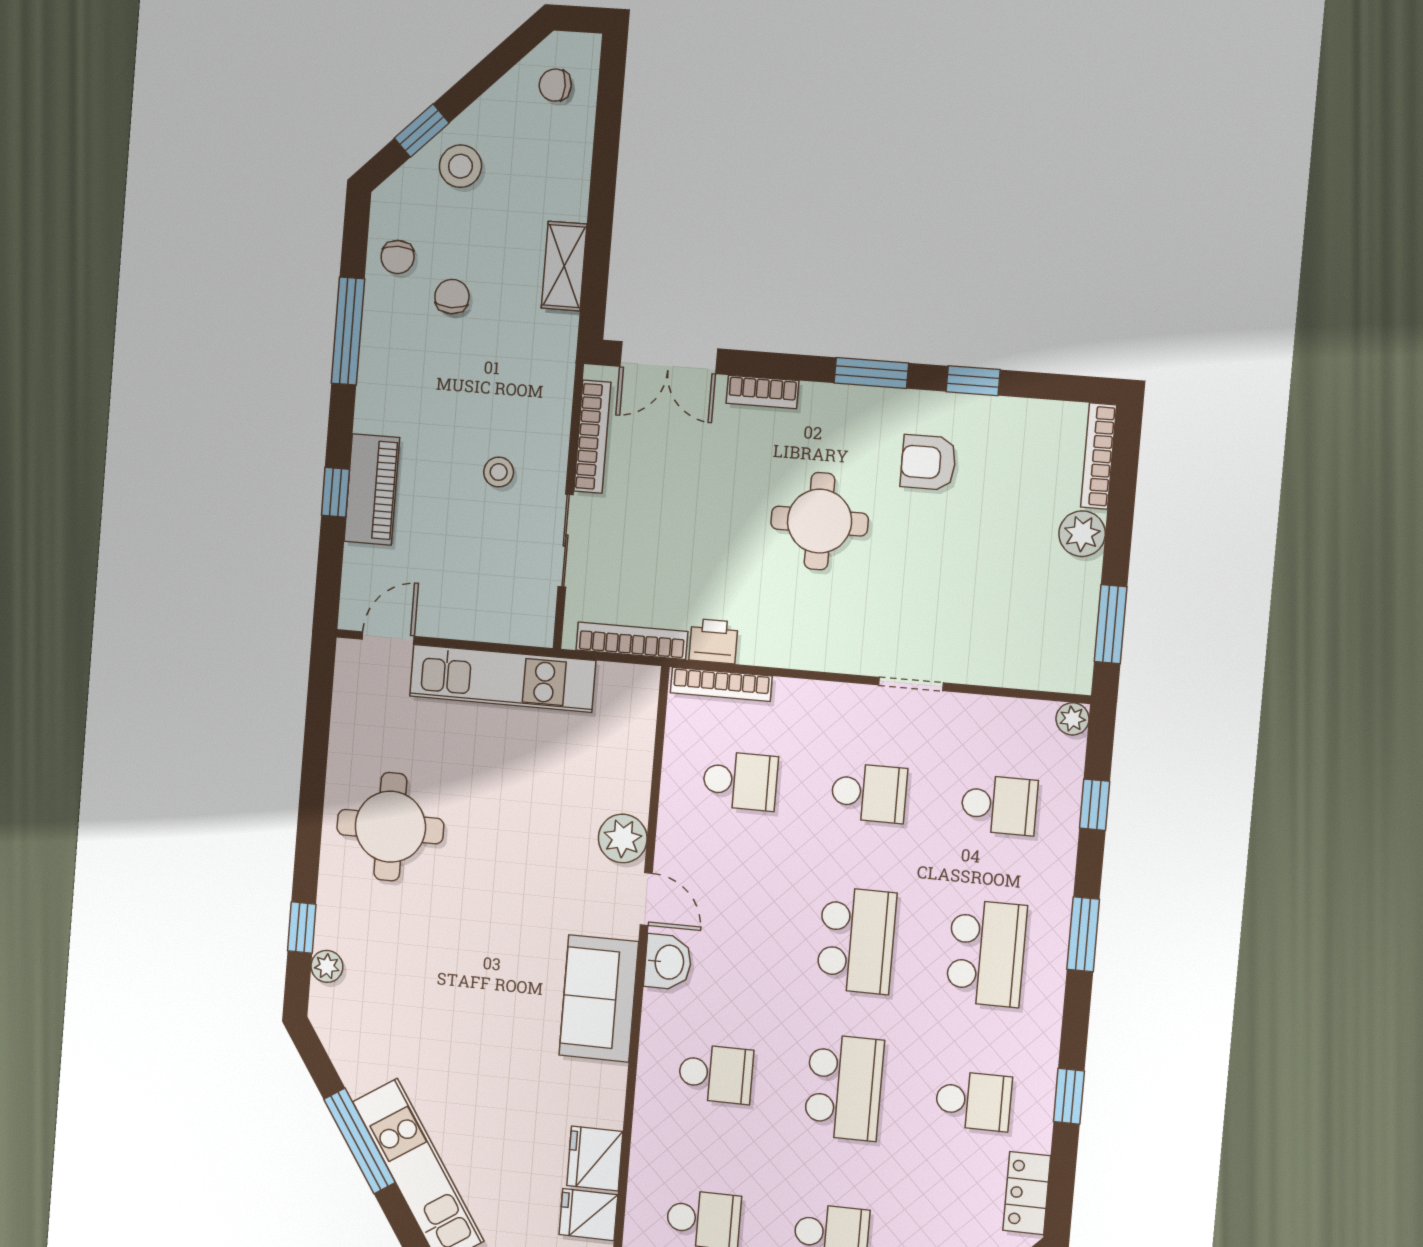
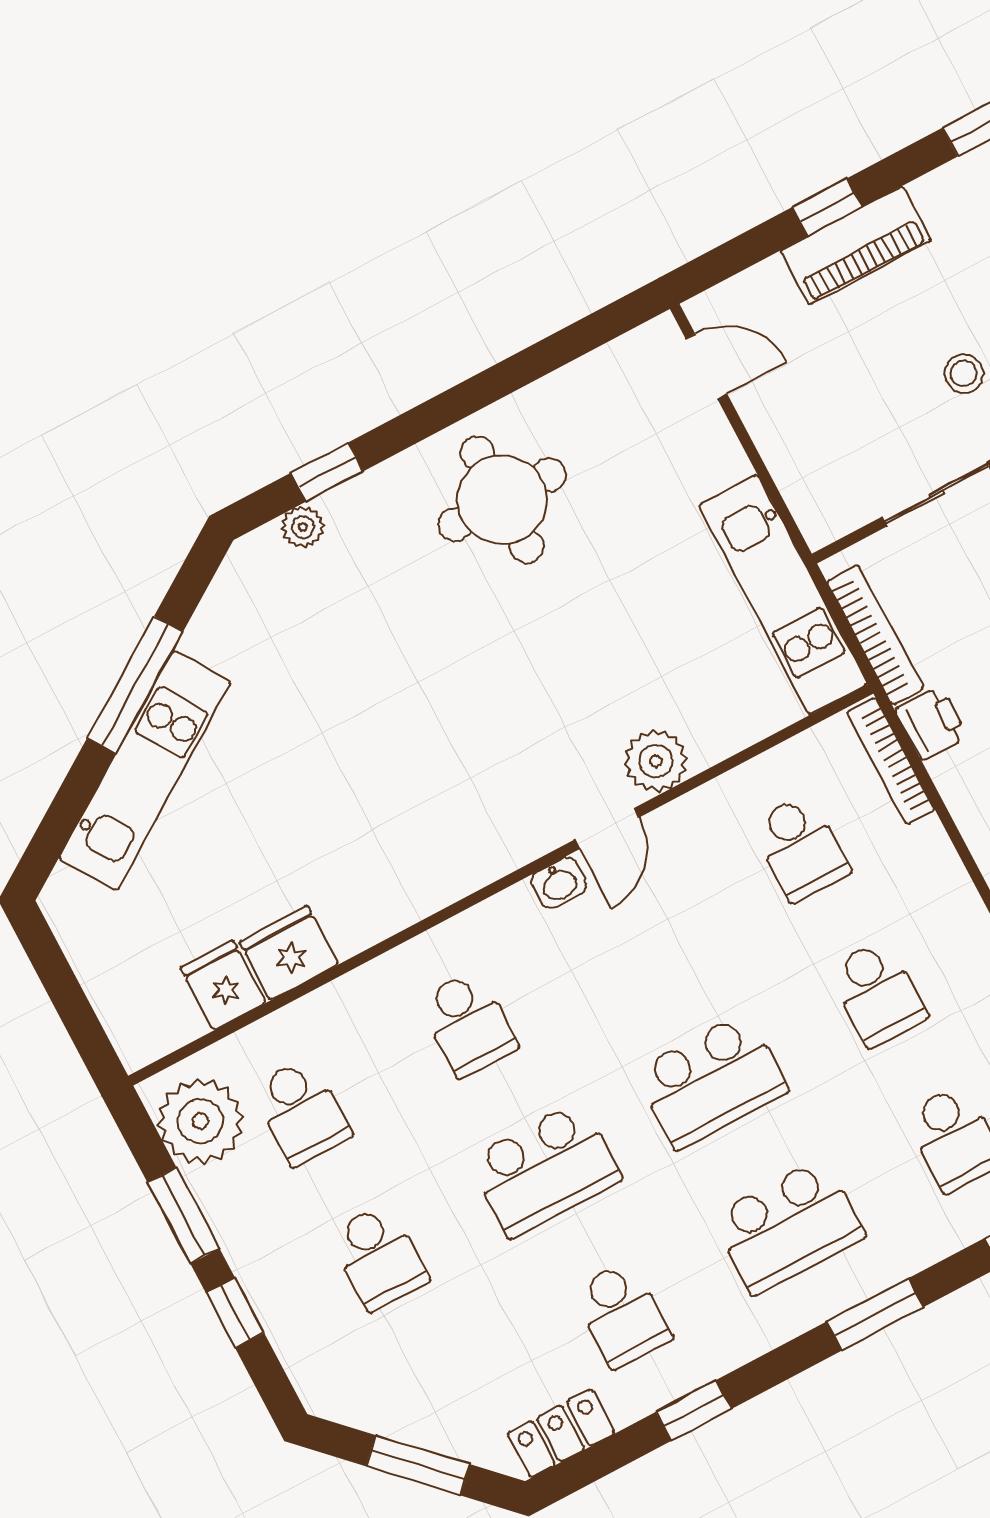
kitchen unit: (502, 678) -> (783, 595), moved
washbasin: (668, 962) -> (559, 883), width x0.72, depth x0.69
sofa: (599, 998) -> (466, 846), removed

